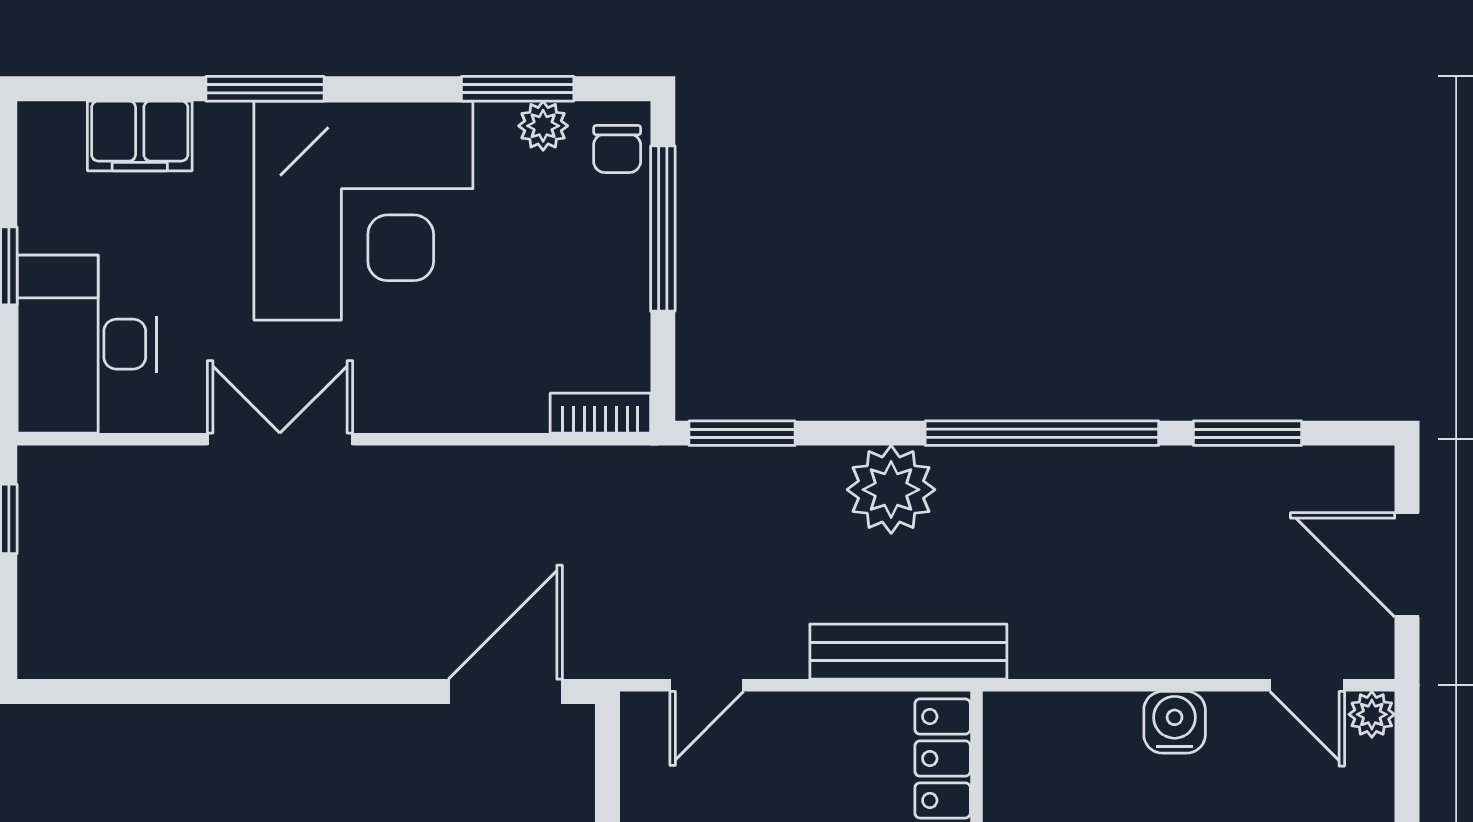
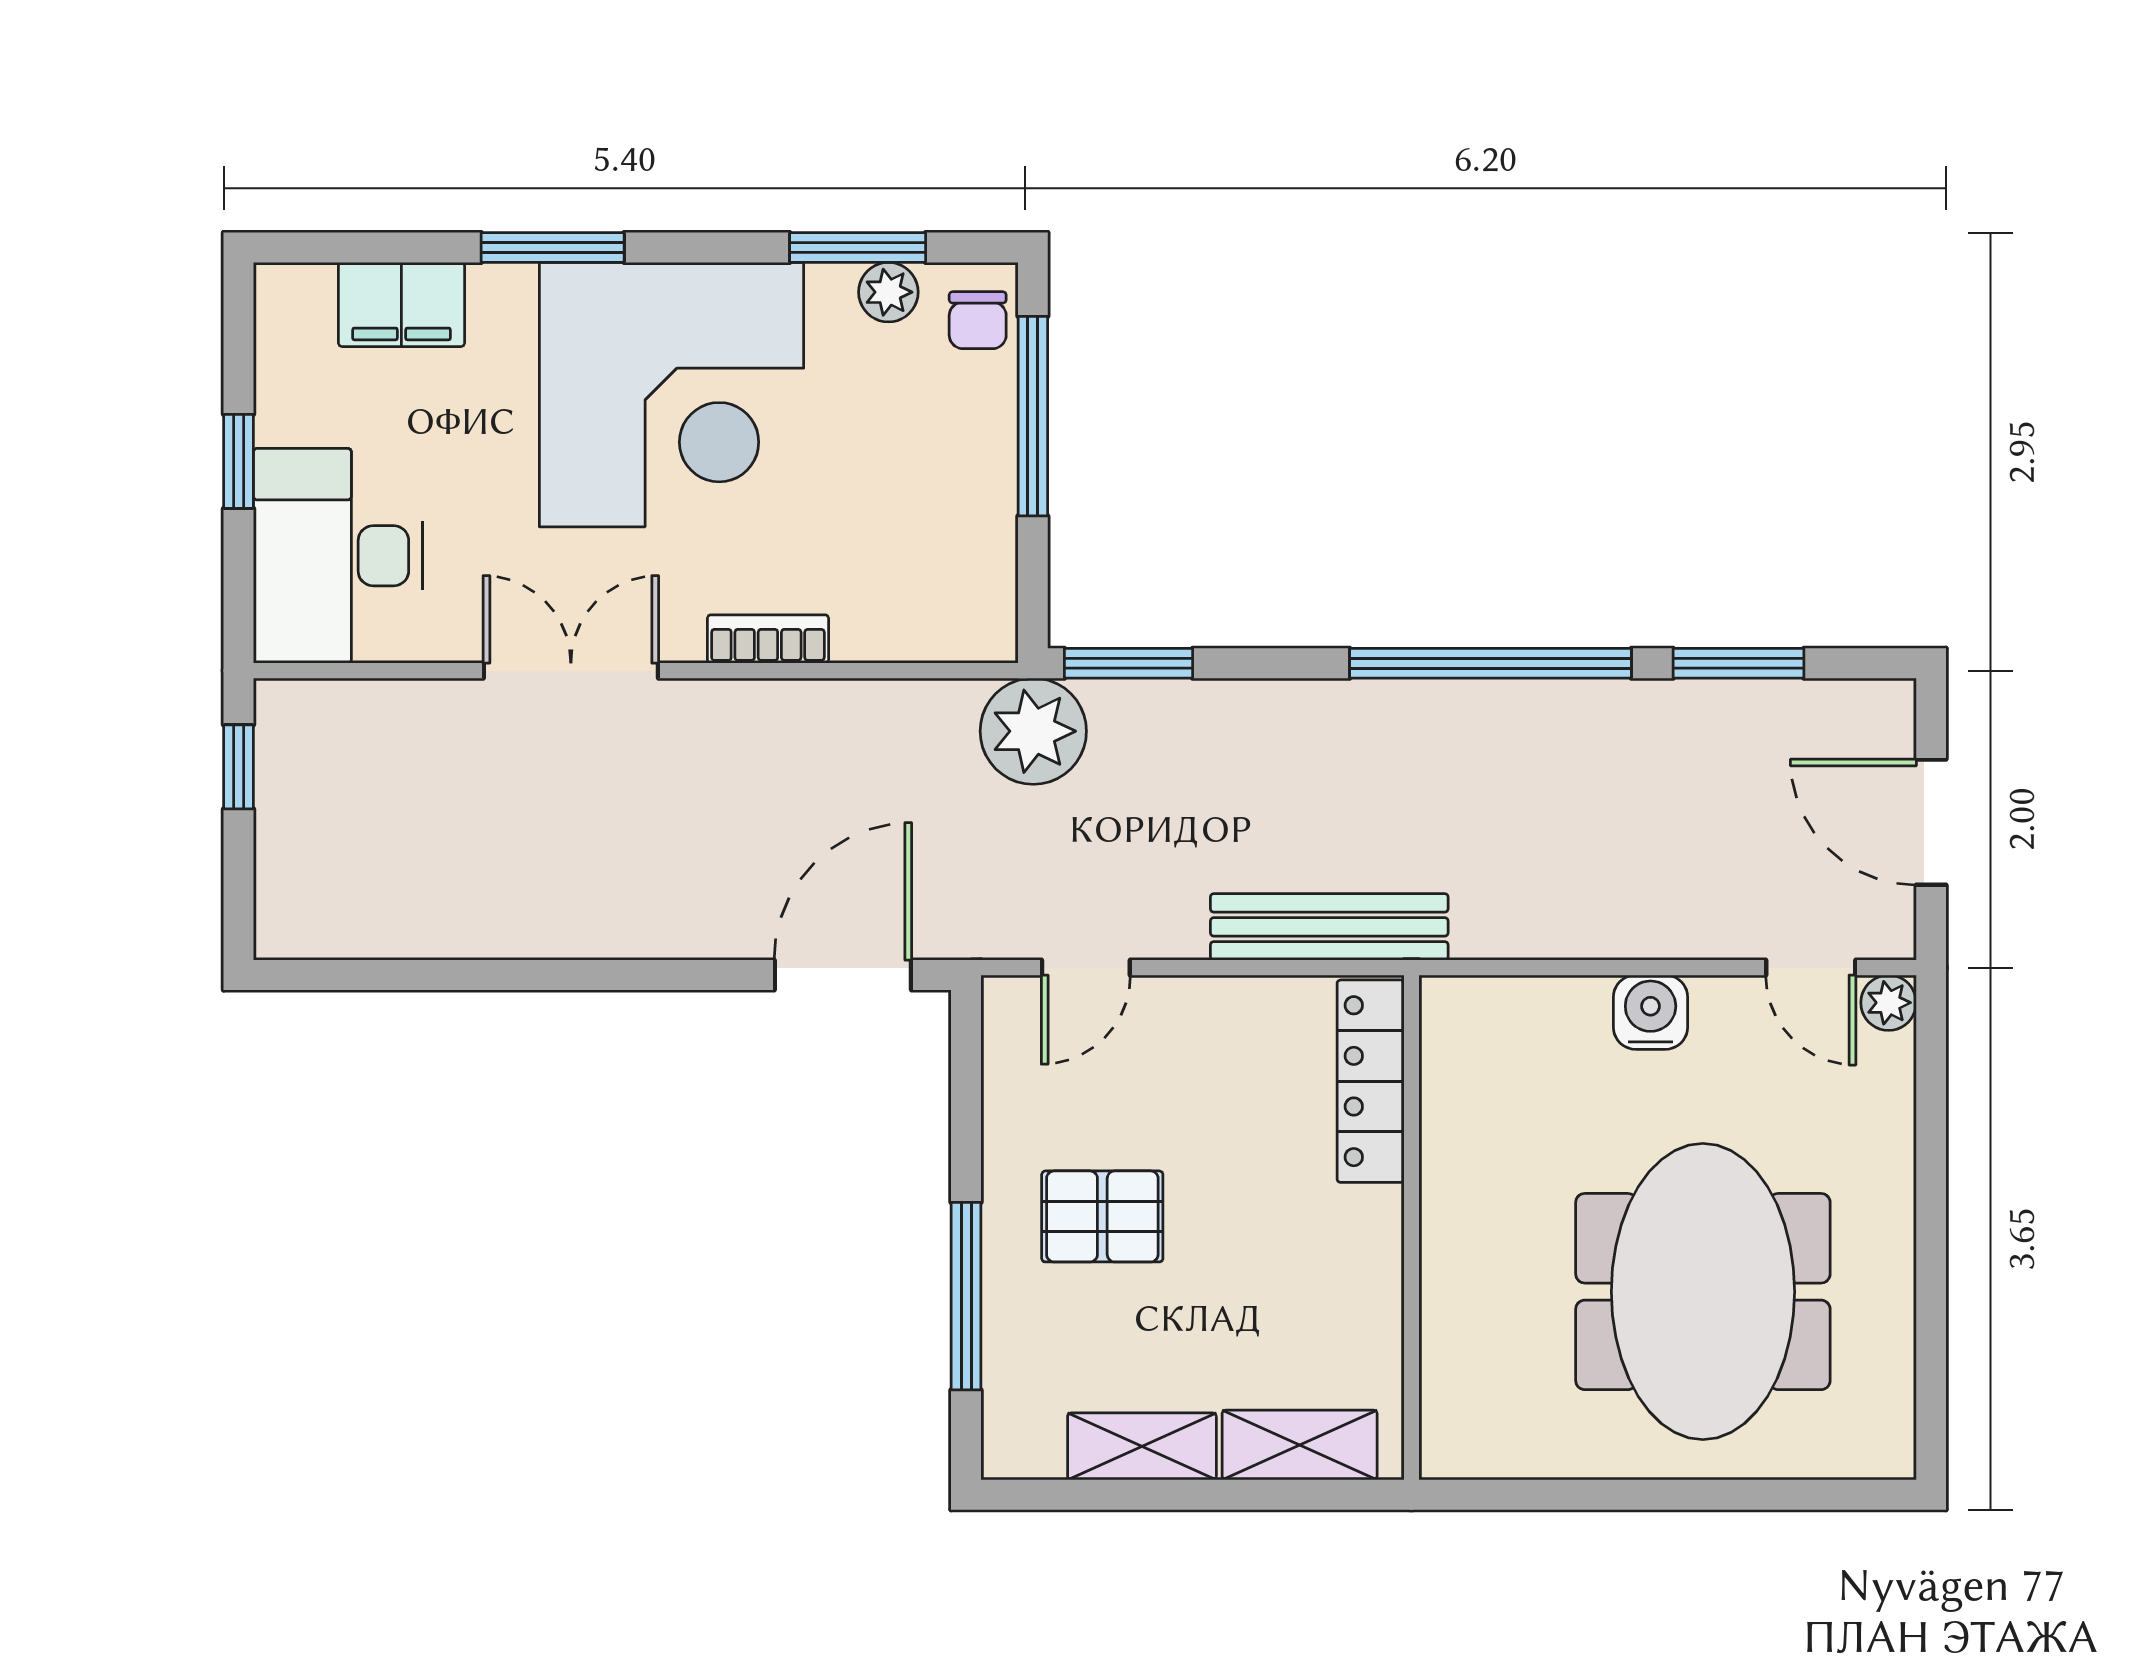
bookcase: (600, 413) -> (768, 639), moved
plant: (891, 490) -> (1033, 731), moved

